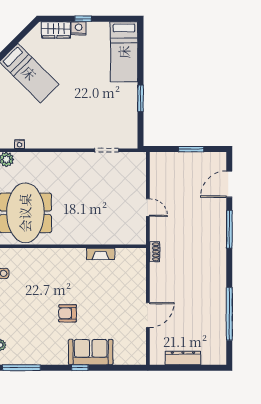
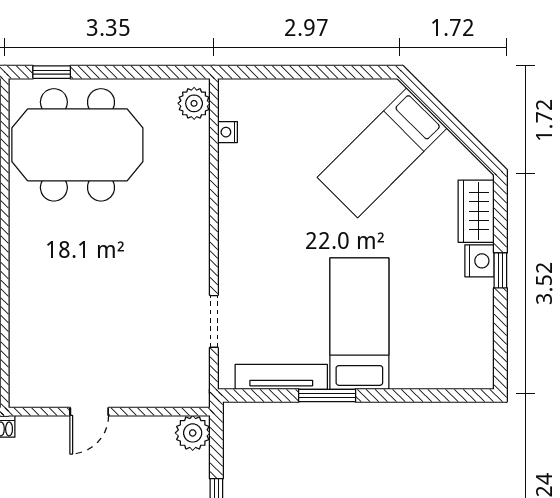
bed: (124, 52) -> (359, 324), moved, turned 90
tv unit: (132, 119) -> (281, 377), added
plant: (158, 160) -> (193, 433), added

